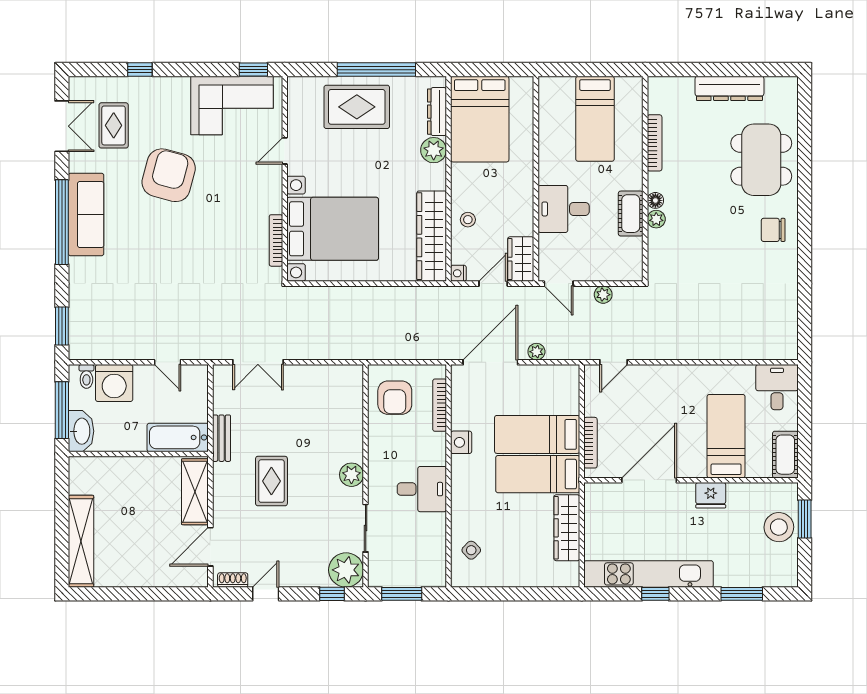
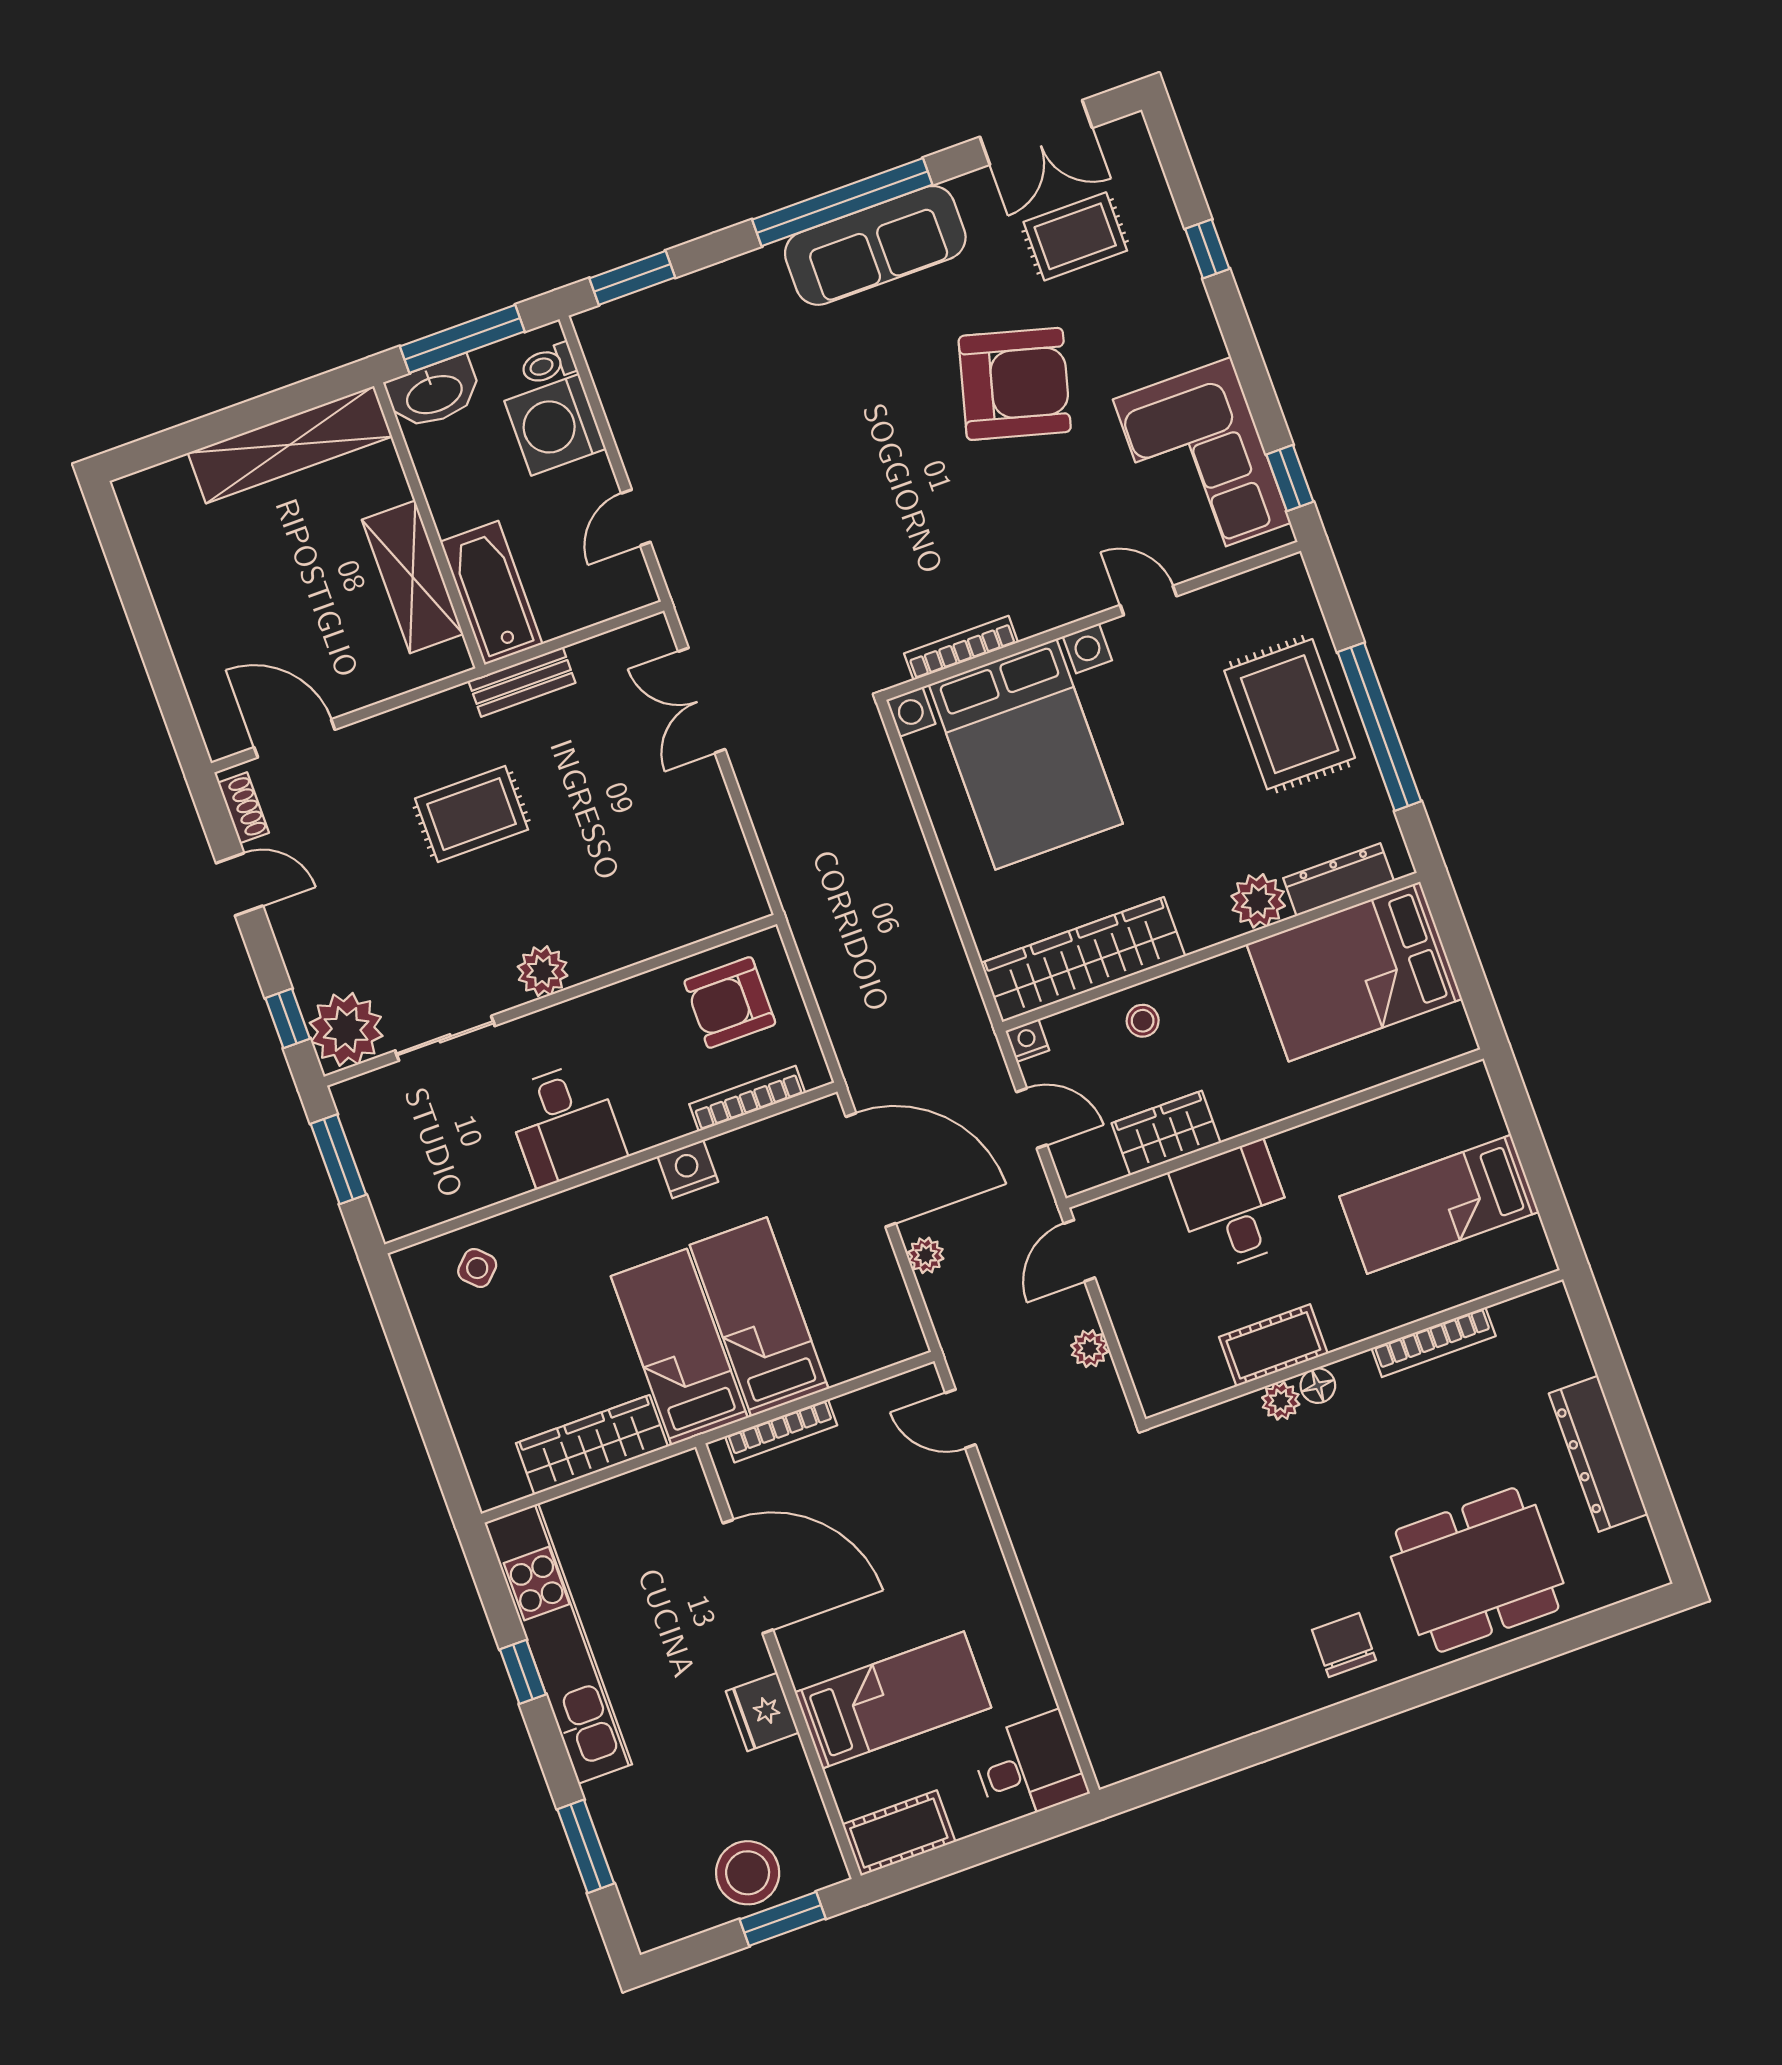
wardrobe: (521, 259) -> (1166, 1133), moved
shelving: (195, 492) -> (413, 577), moved, turned 90
shelving: (81, 541) -> (290, 445), moved

